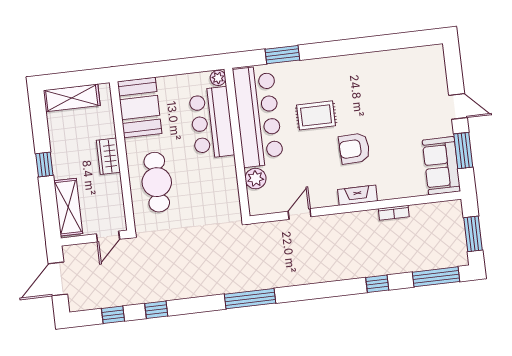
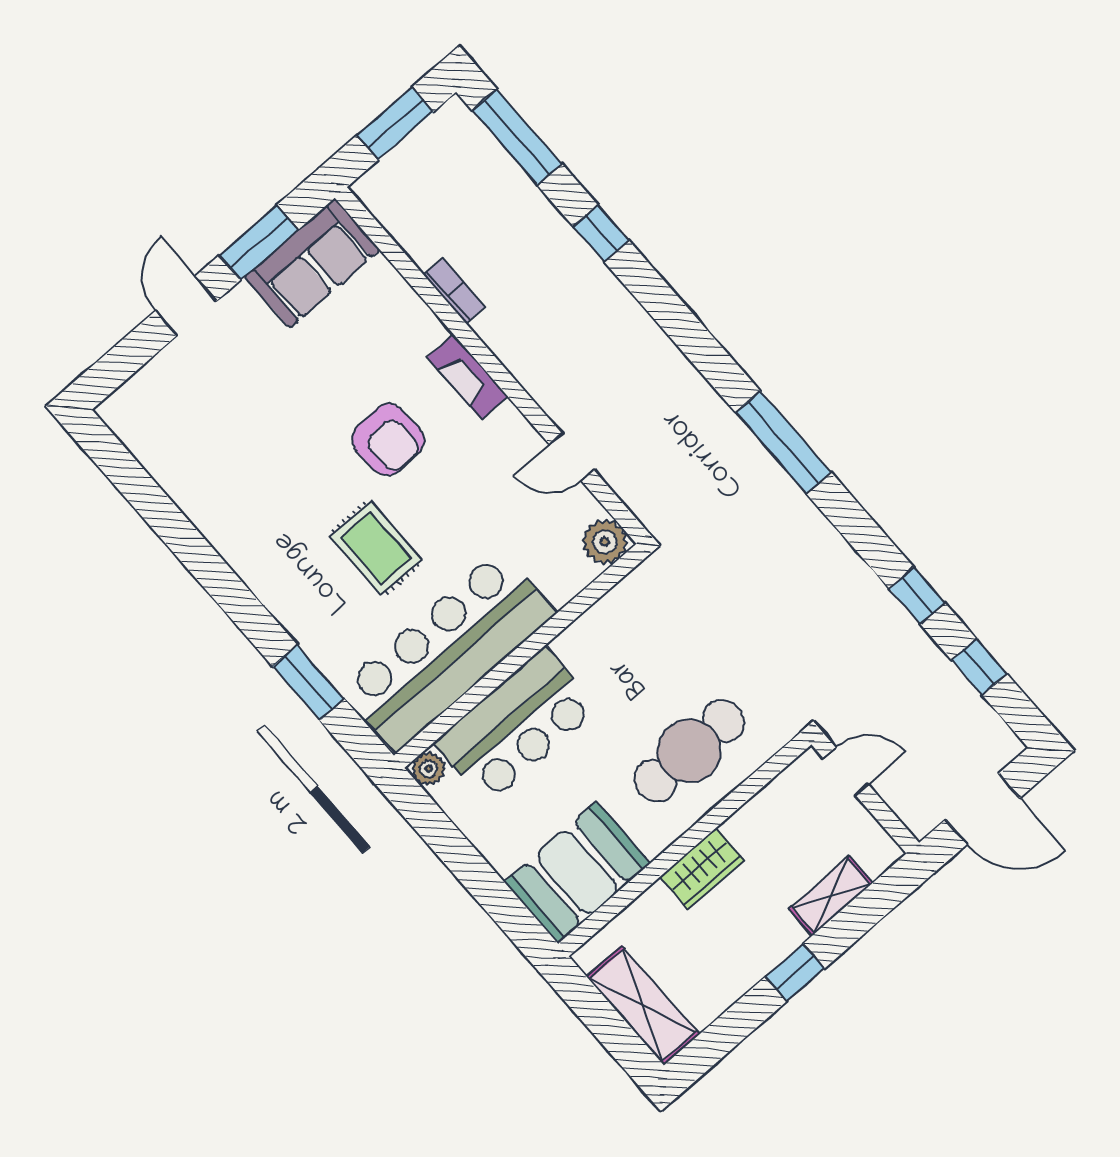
plant: (256, 179) -> (605, 542), moved
shelving: (68, 207) -> (831, 896), width x0.67, depth x0.75

